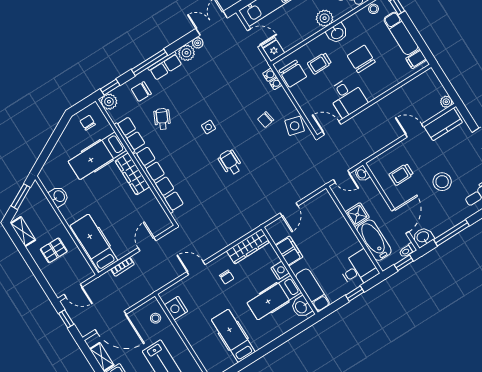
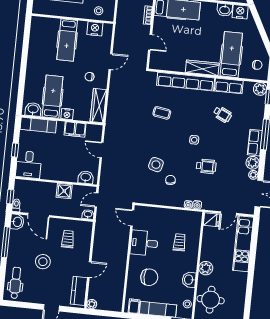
washbasin: (337, 33) -> (189, 280), moved
chair: (361, 59) -> (149, 277), moved
chair: (293, 74) -> (186, 220), removed
chair: (141, 91) -> (250, 115), removed
side table: (295, 126) -> (156, 165), moved
door: (332, 128) -> (132, 218), swing flipped
wheelchair: (230, 162) -> (206, 166), moved
coffee table: (207, 179) -> (162, 113), added
nightstand: (49, 180) -> (240, 12), added
washbasin: (328, 204) -> (86, 177), added
bathtub: (374, 240) -> (40, 189), removed
hospital bed: (233, 336) -> (67, 40), moved, turned 90

